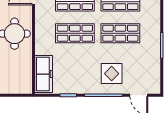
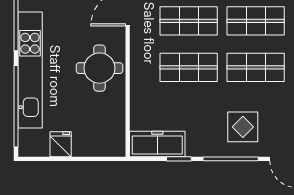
freezer: (44, 74) -> (157, 144), moved, turned -90

